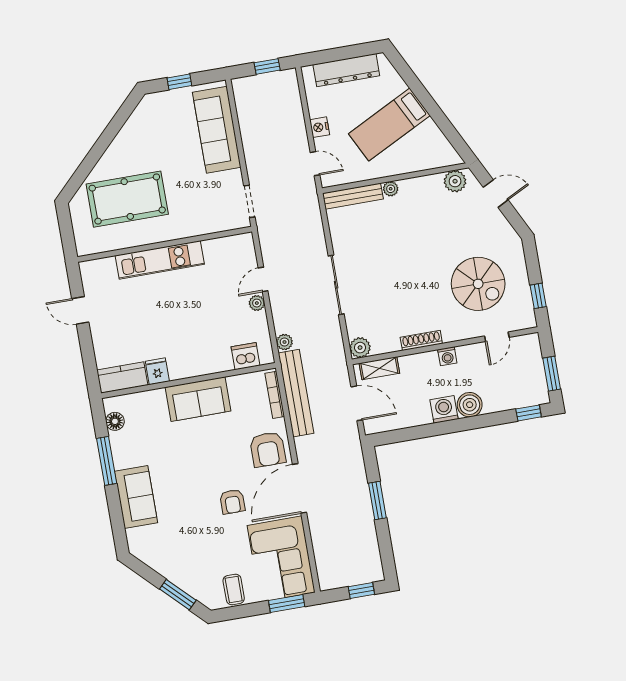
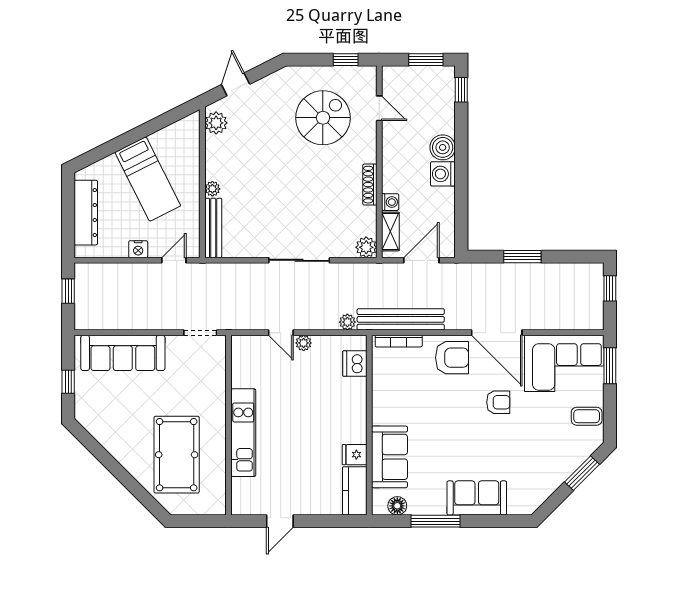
washing machine: (447, 356) -> (390, 202), moved
sofa: (198, 399) -> (389, 457), moved

